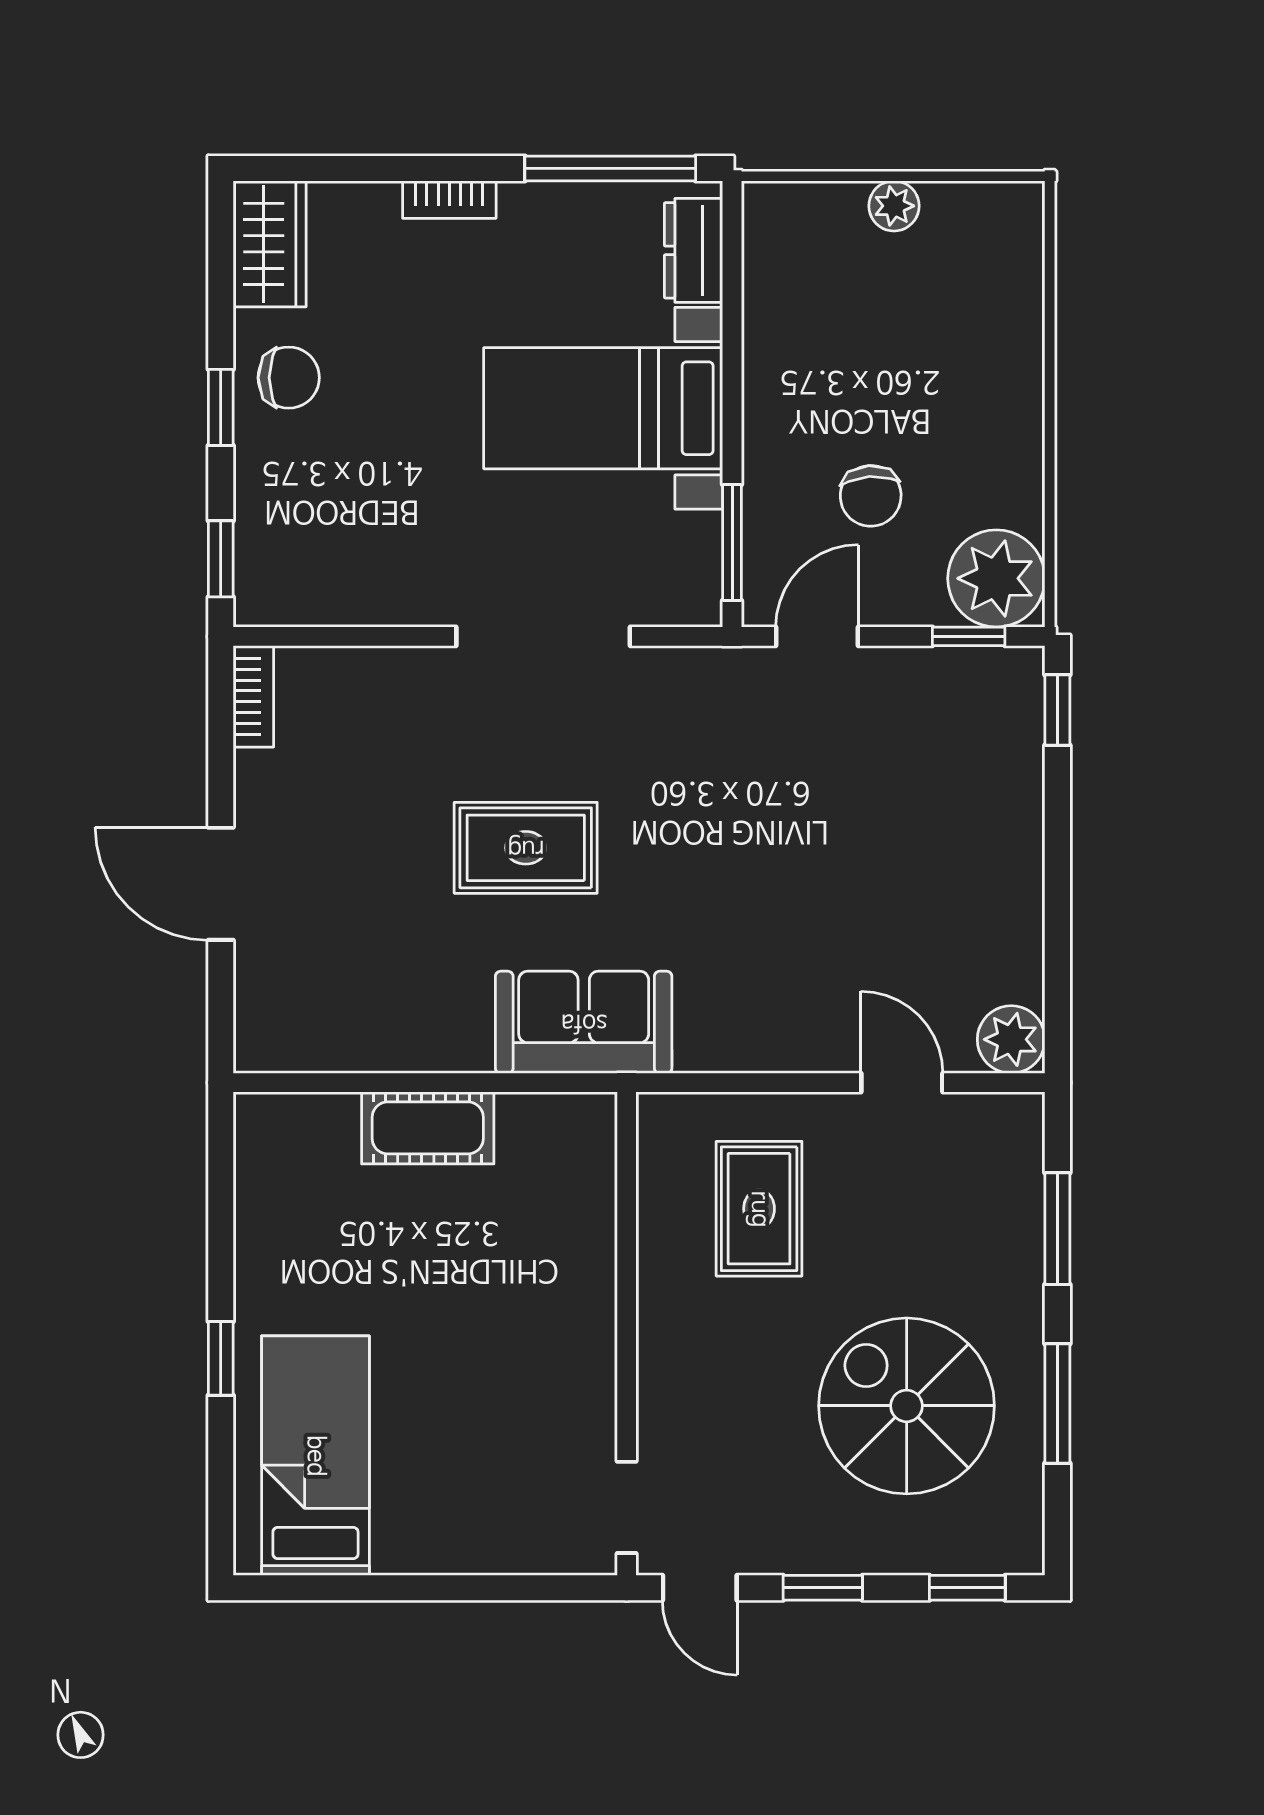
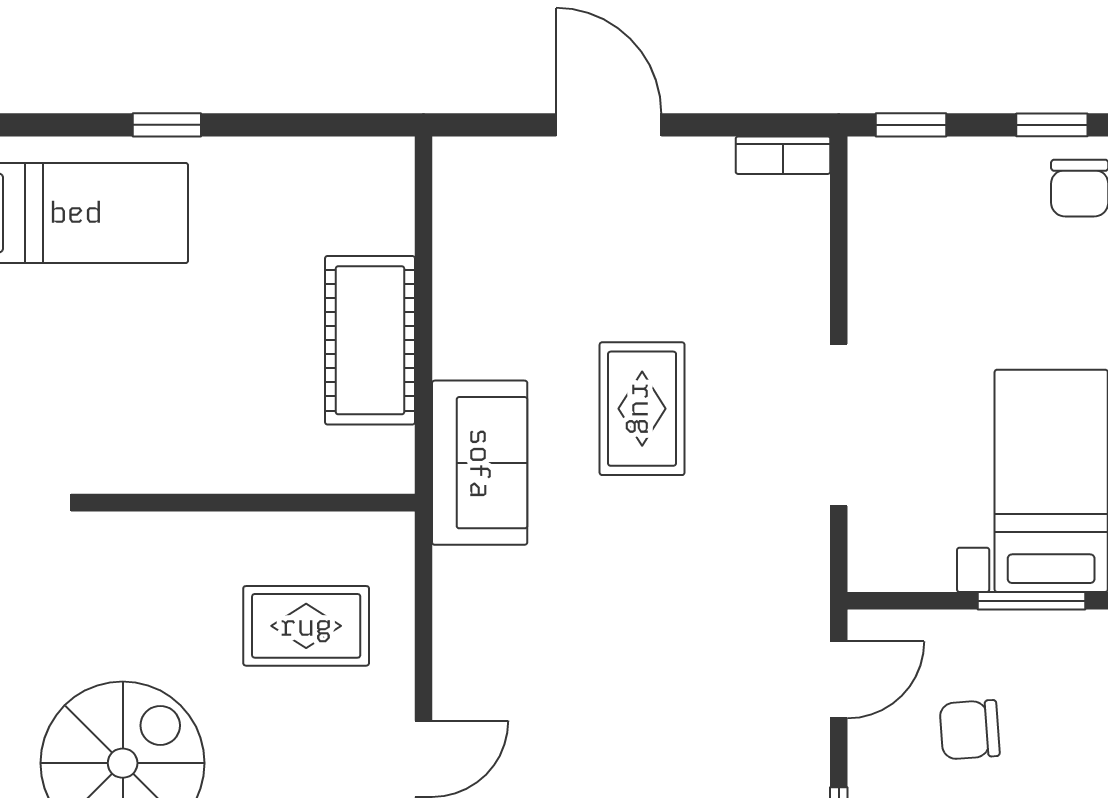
window: (732, 543) -> (1031, 601), moved
door: (817, 636) -> (839, 680), hinge flipped
door: (221, 884) -> (609, 125), hinge flipped
cot: (428, 1128) -> (370, 340), width x1.37, depth x1.34

